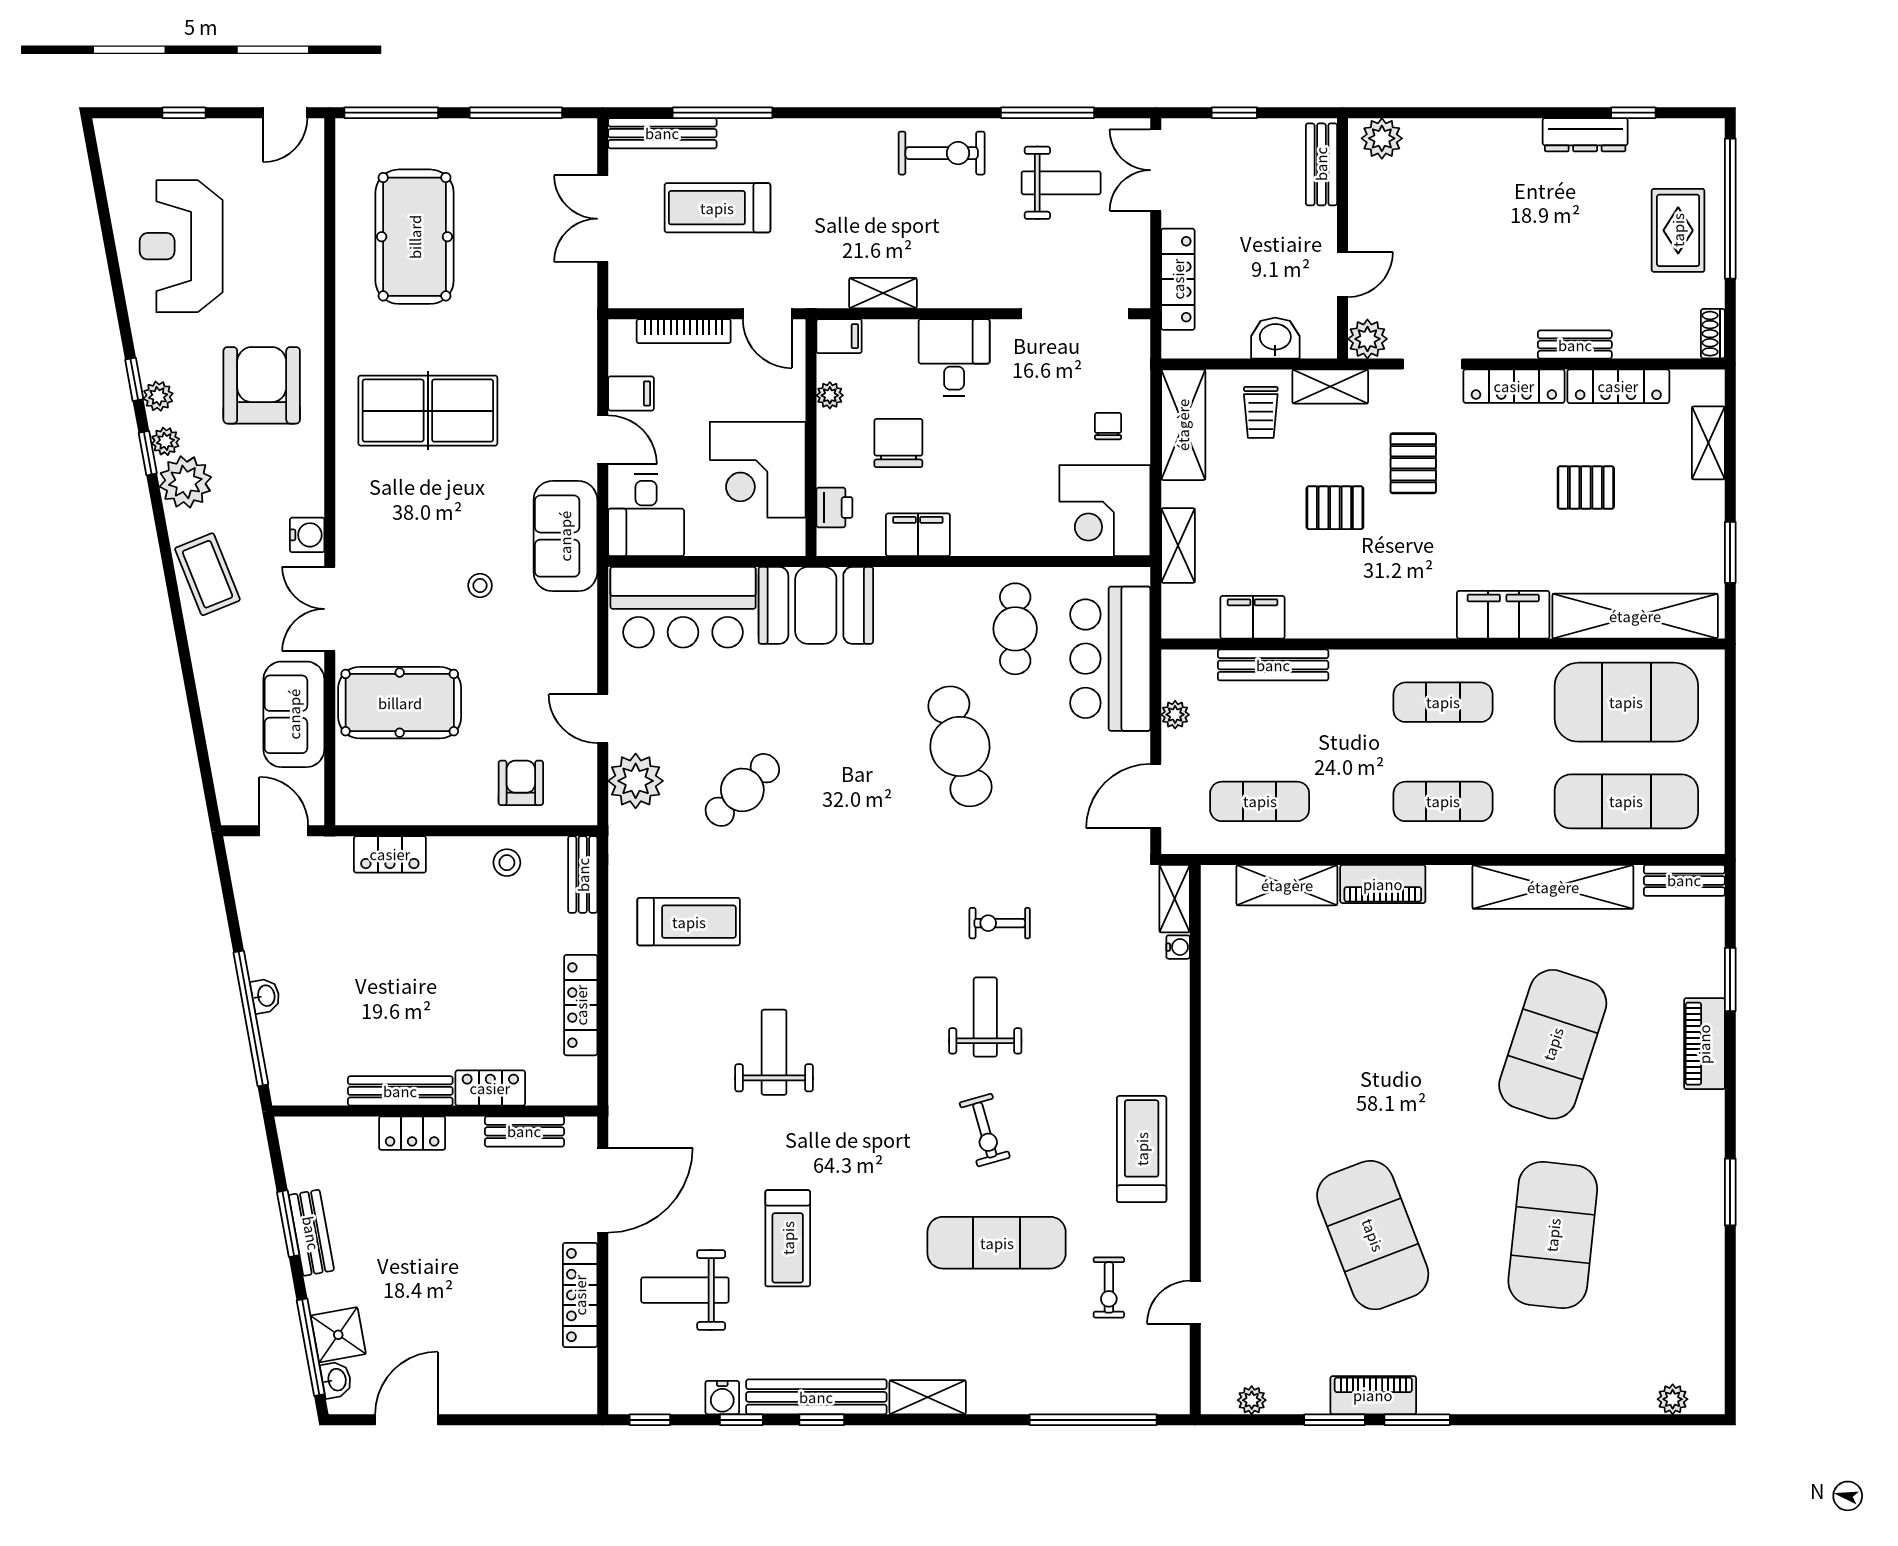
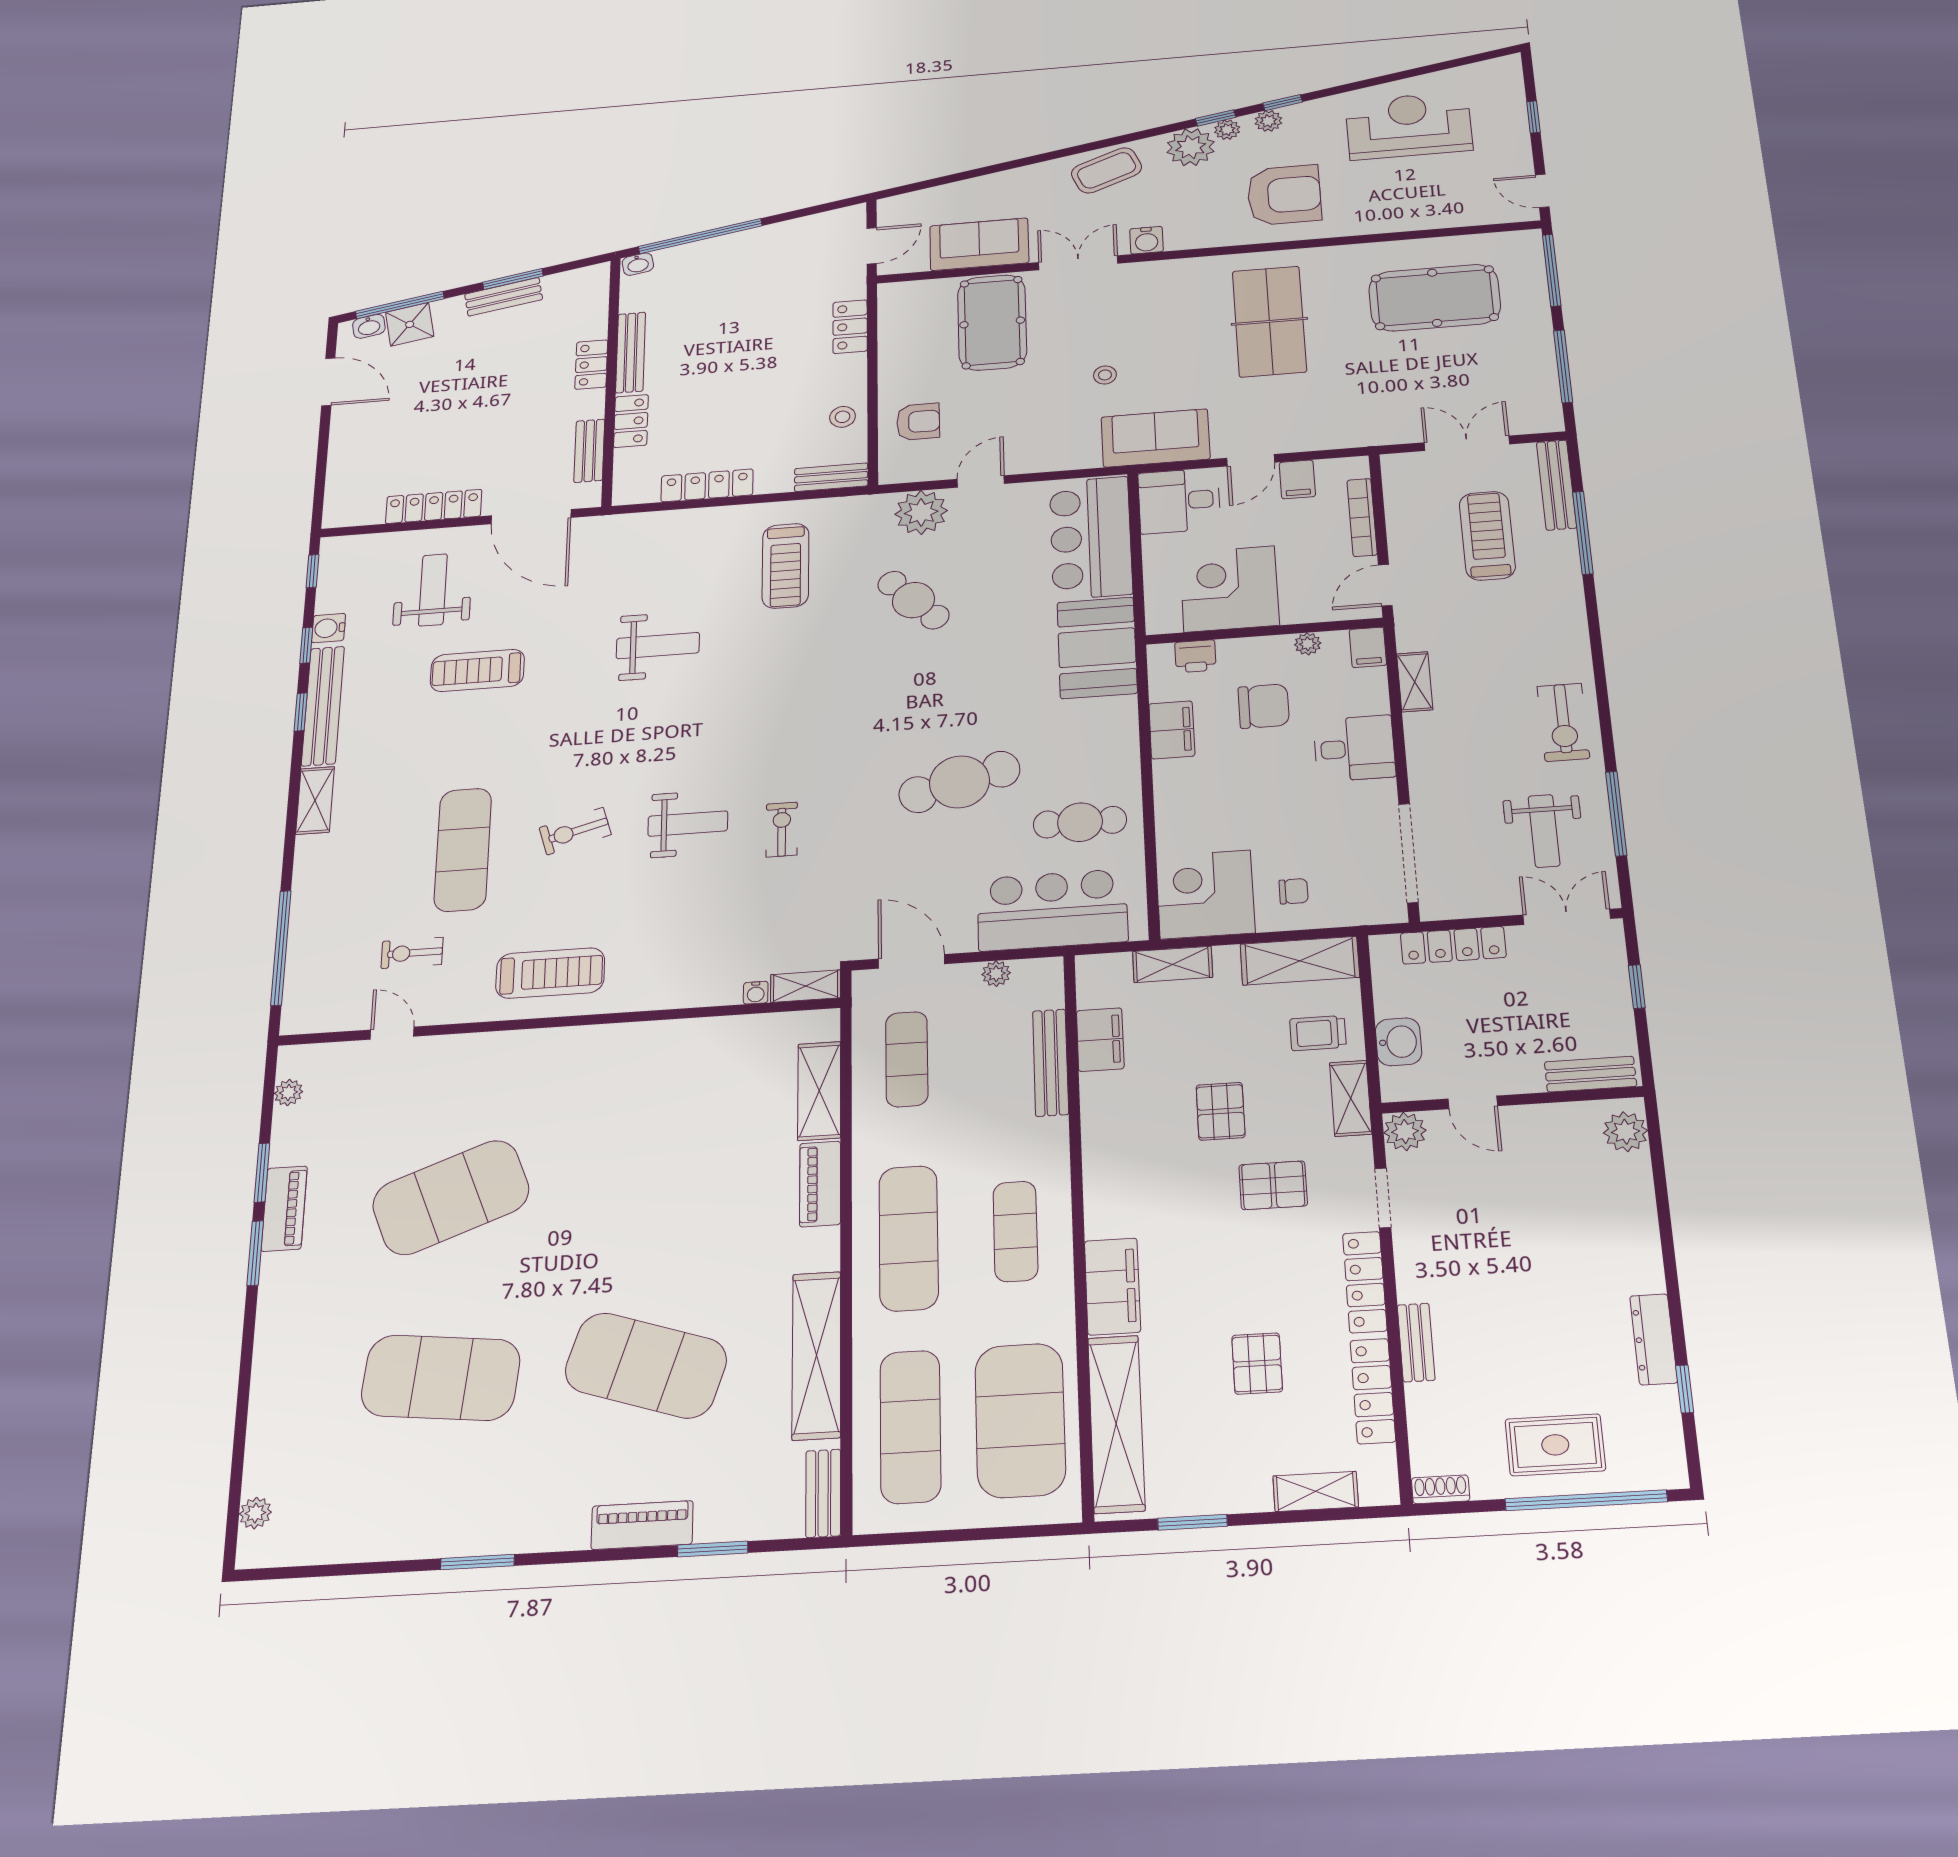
exercise mat: (1443, 801) -> (909, 1238), width x1.36, depth x1.45
washbasin: (266, 996) -> (638, 264), moved

